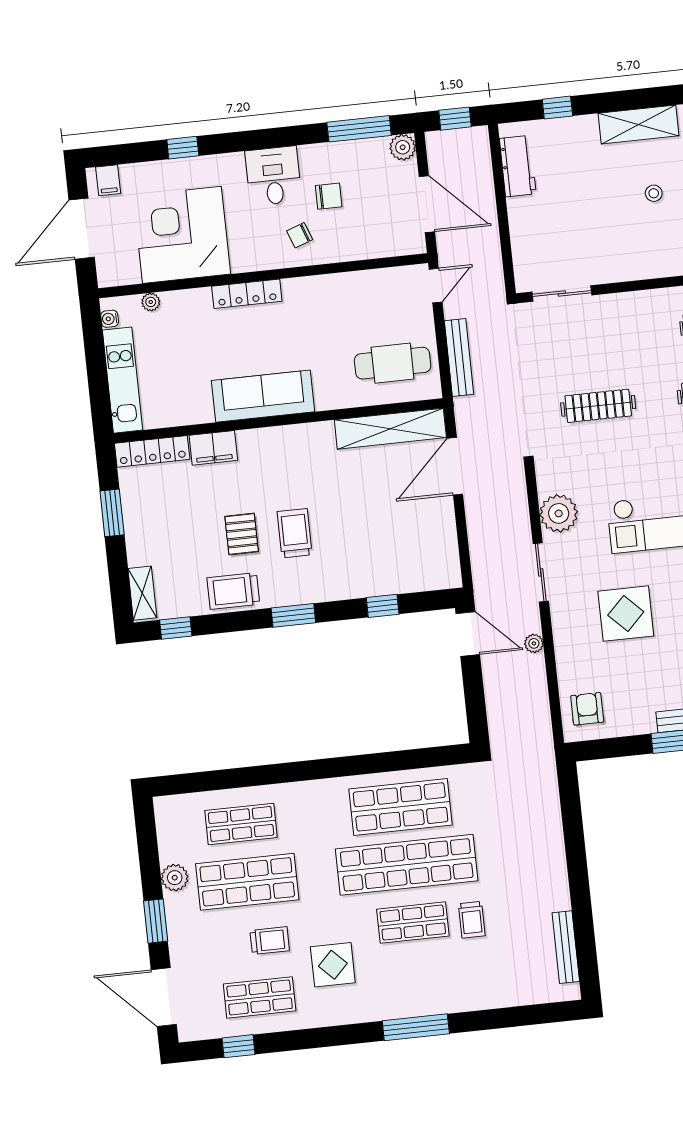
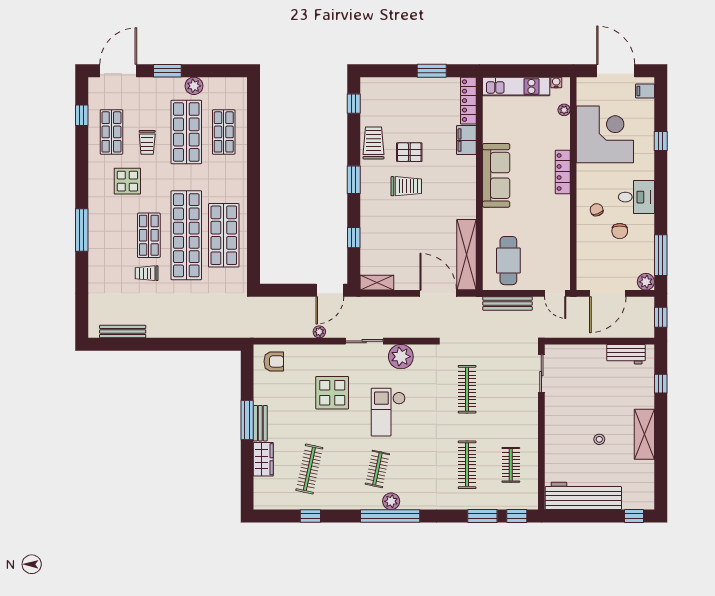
shelving: (142, 593) -> (377, 283), moved

